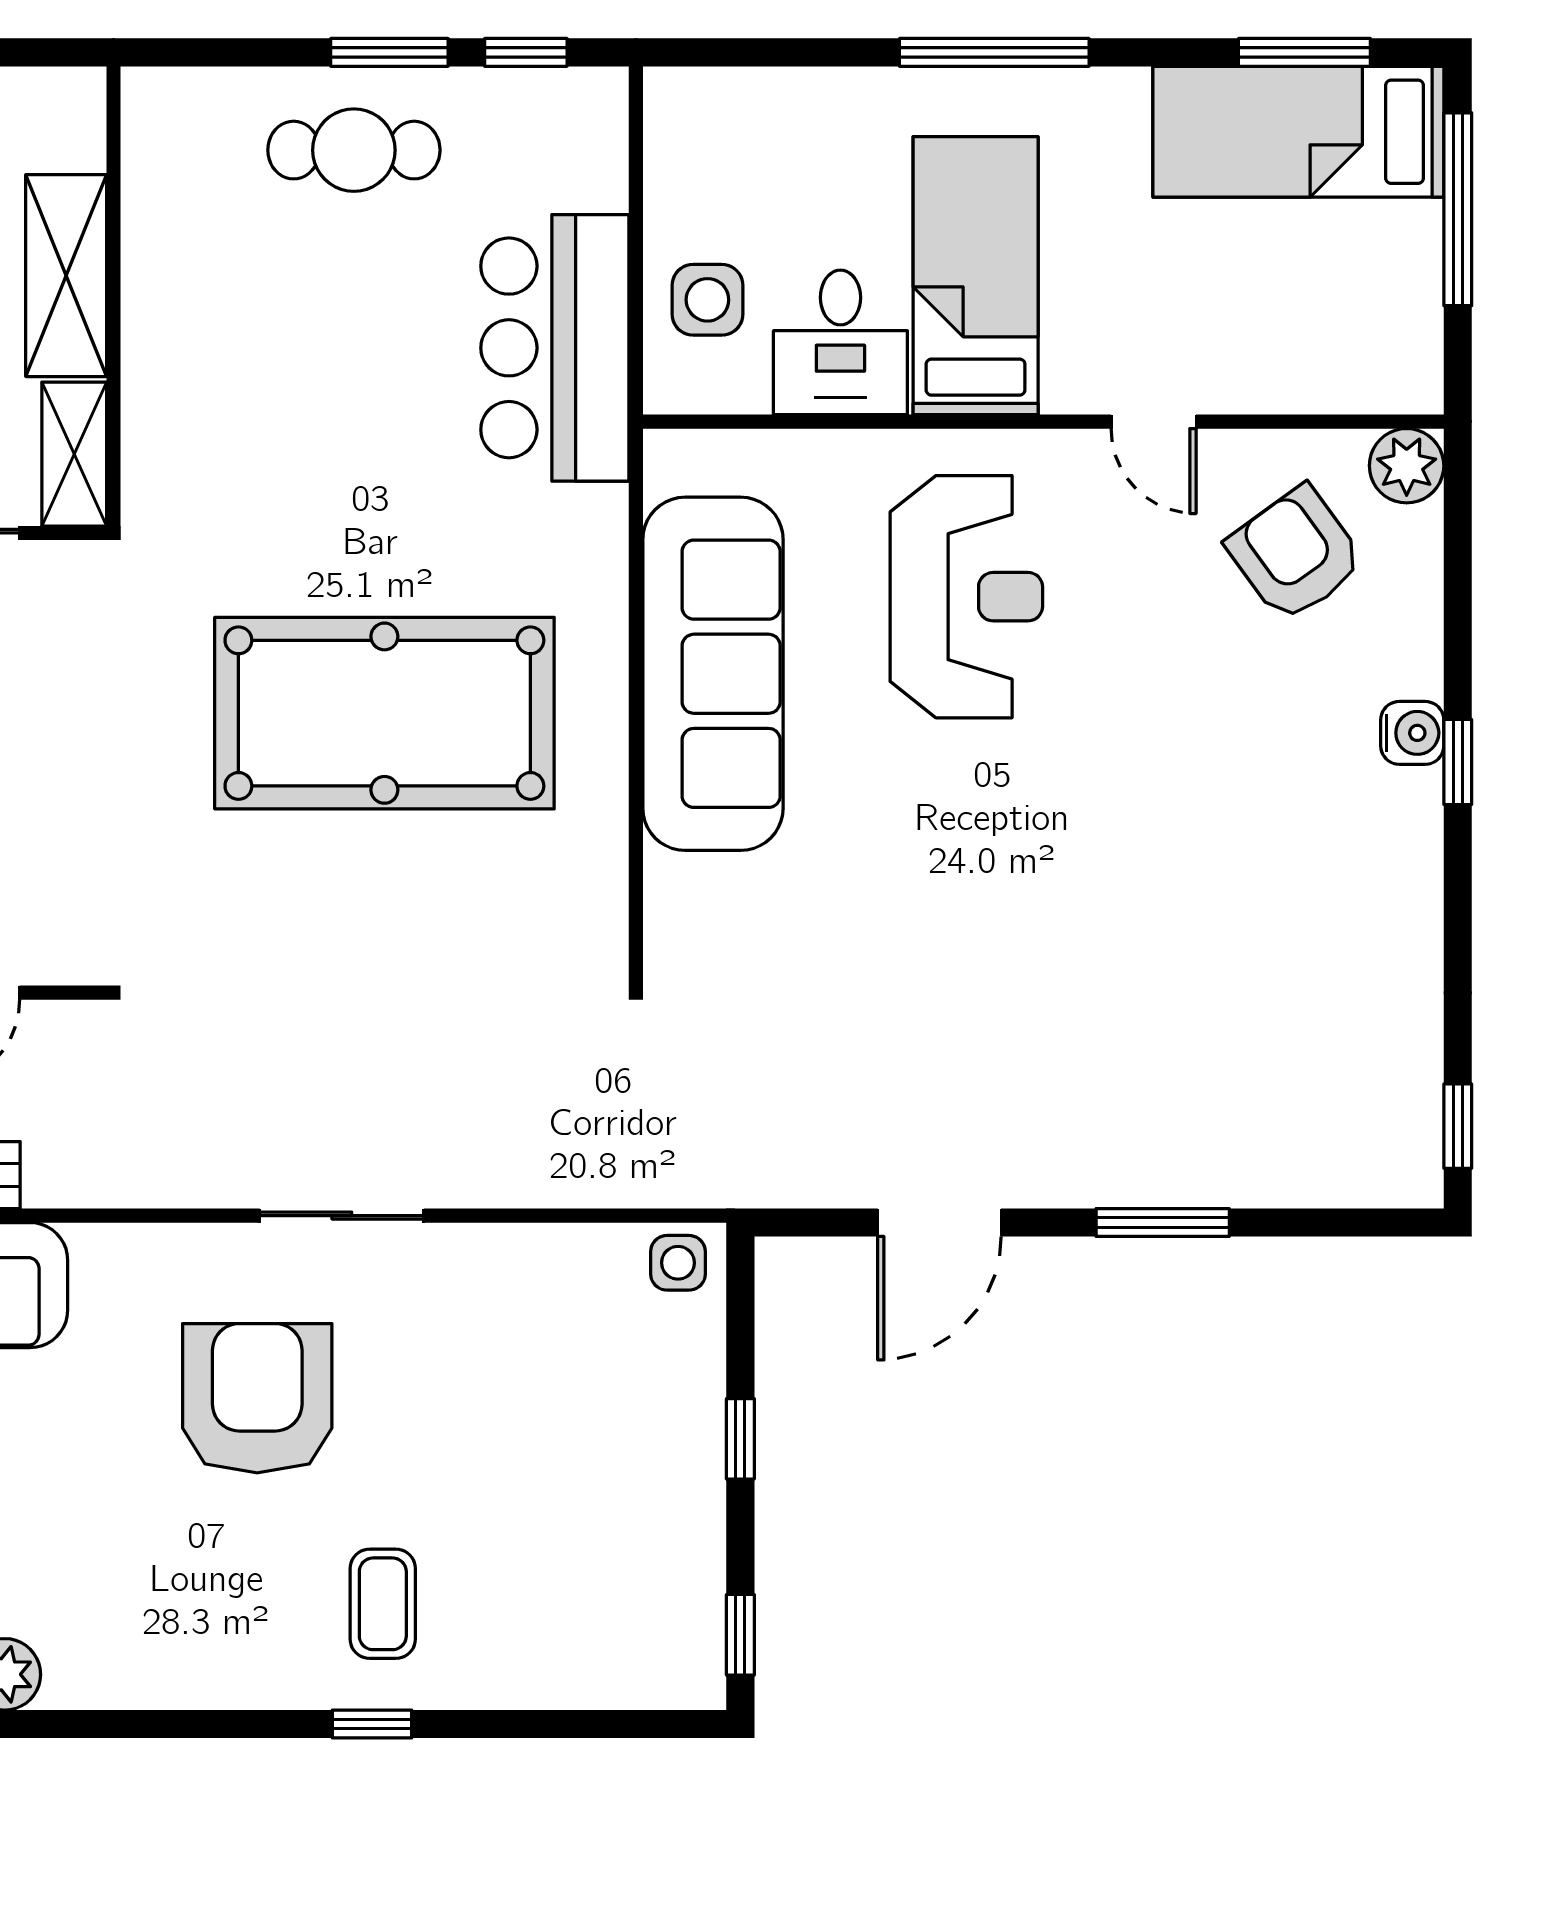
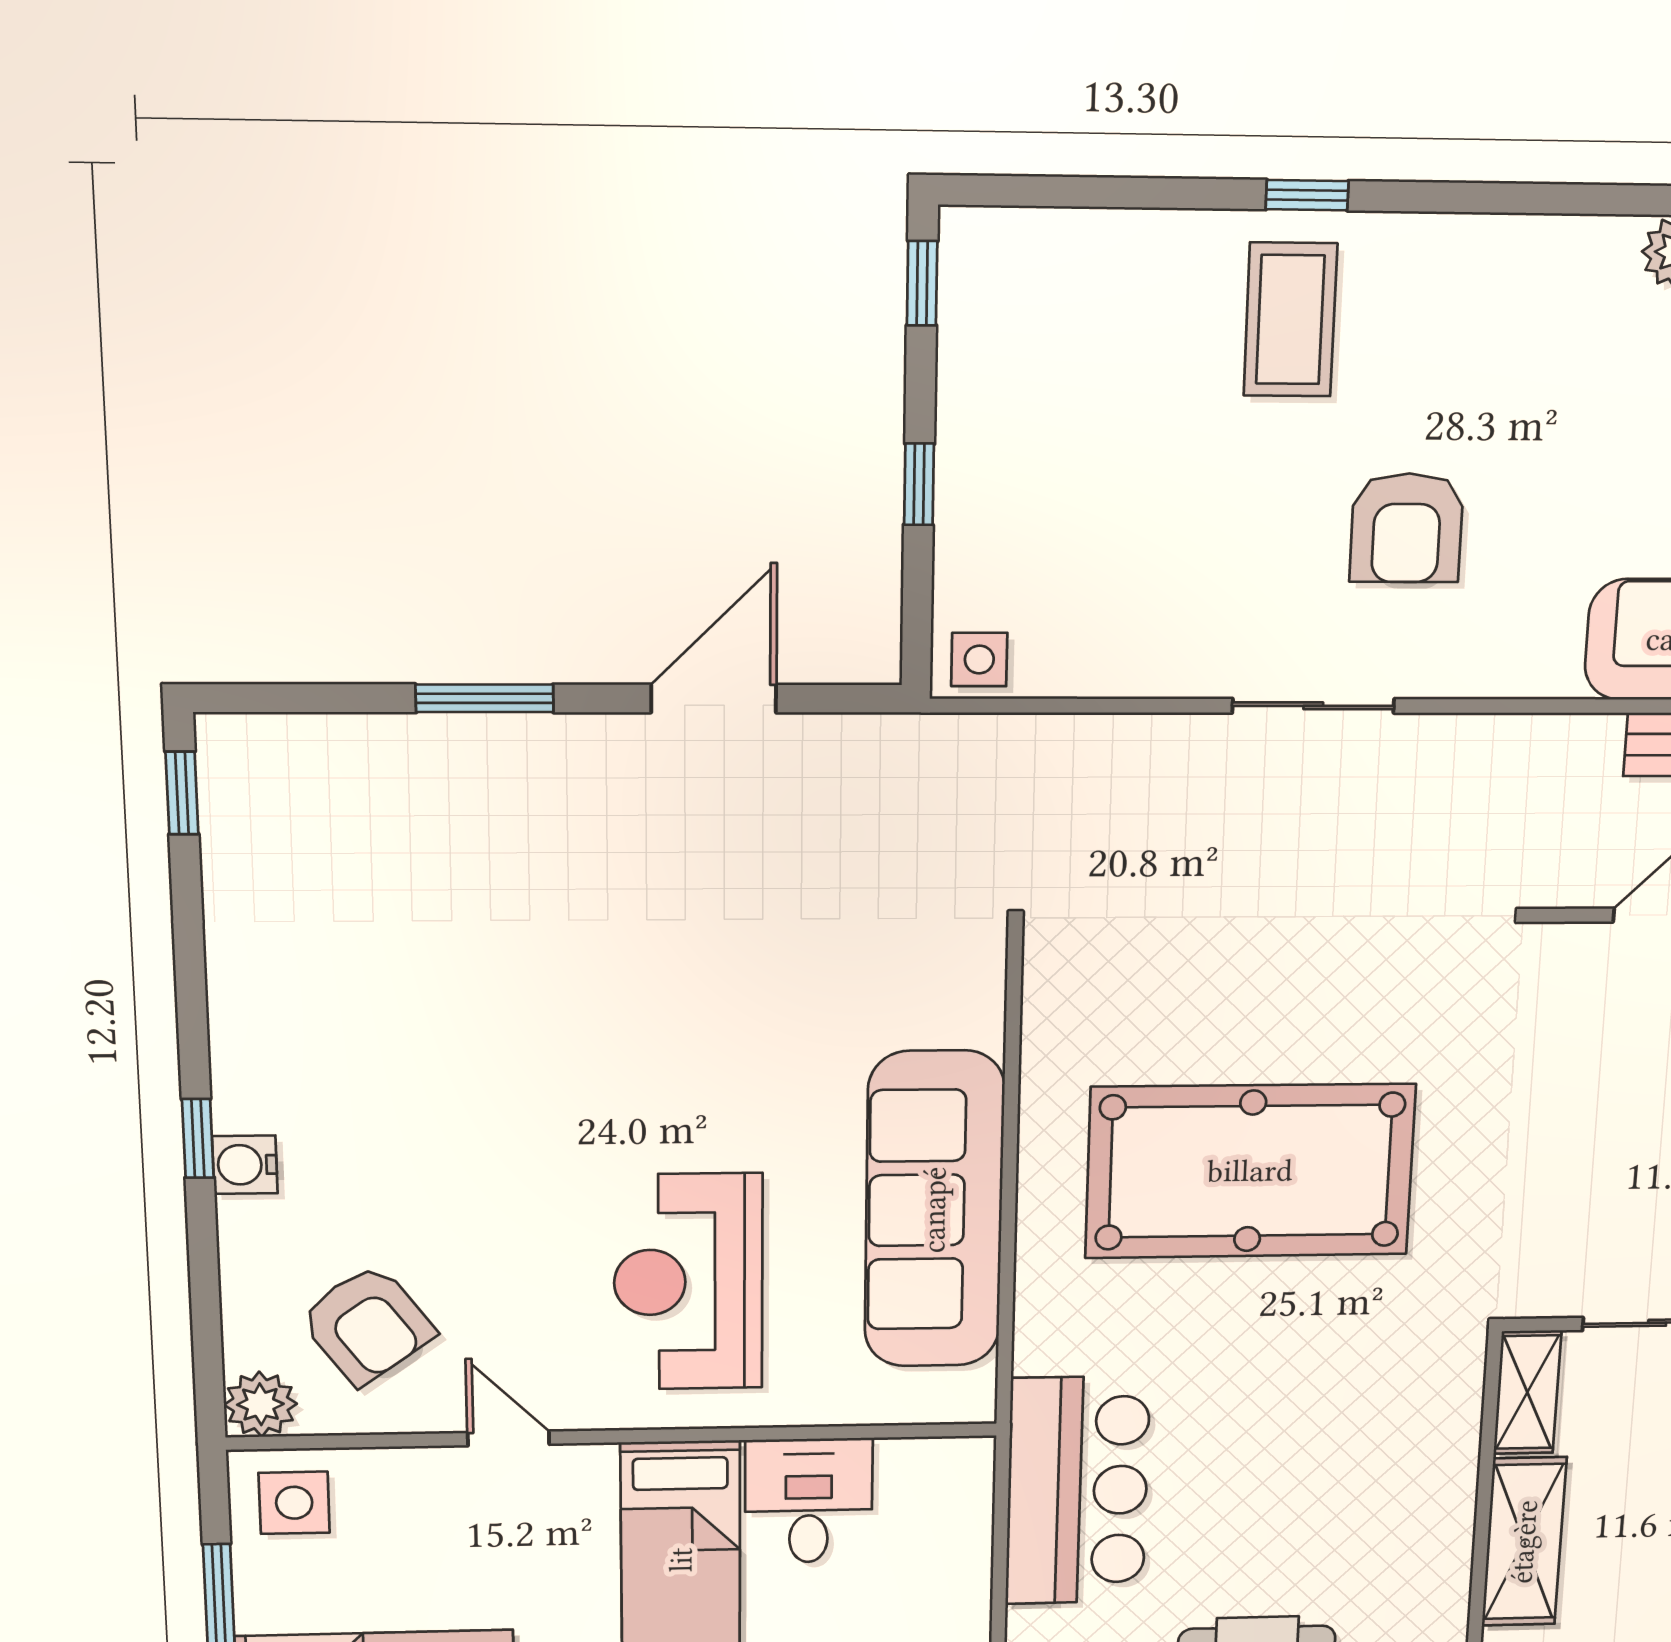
side table: (707, 300) -> (294, 1503), moved
armchair: (257, 1398) -> (1407, 528), width x0.73, depth x0.73
coffee table: (383, 1604) -> (1290, 320), width x1.36, depth x1.30

